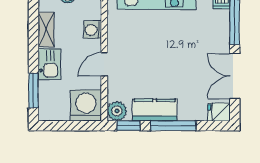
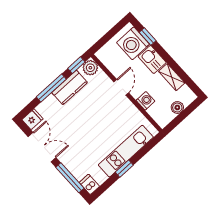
window: (33, 91) -> (148, 36), width x0.67
washing machine: (86, 106) -> (133, 43), moved, turned 90

